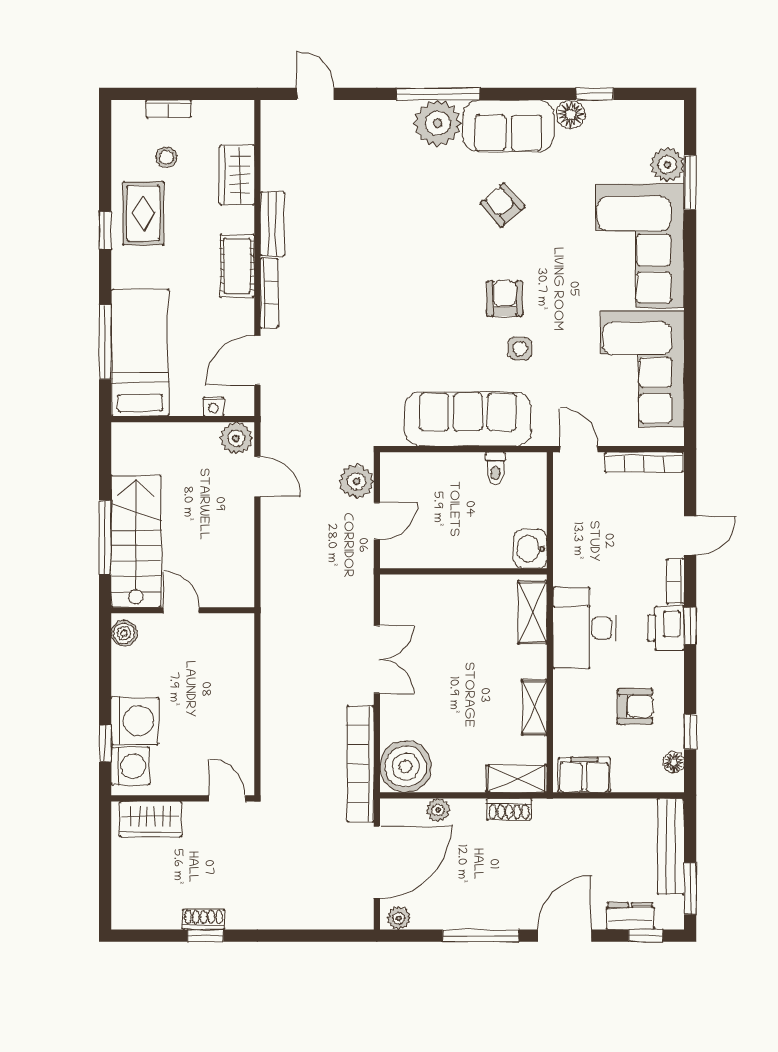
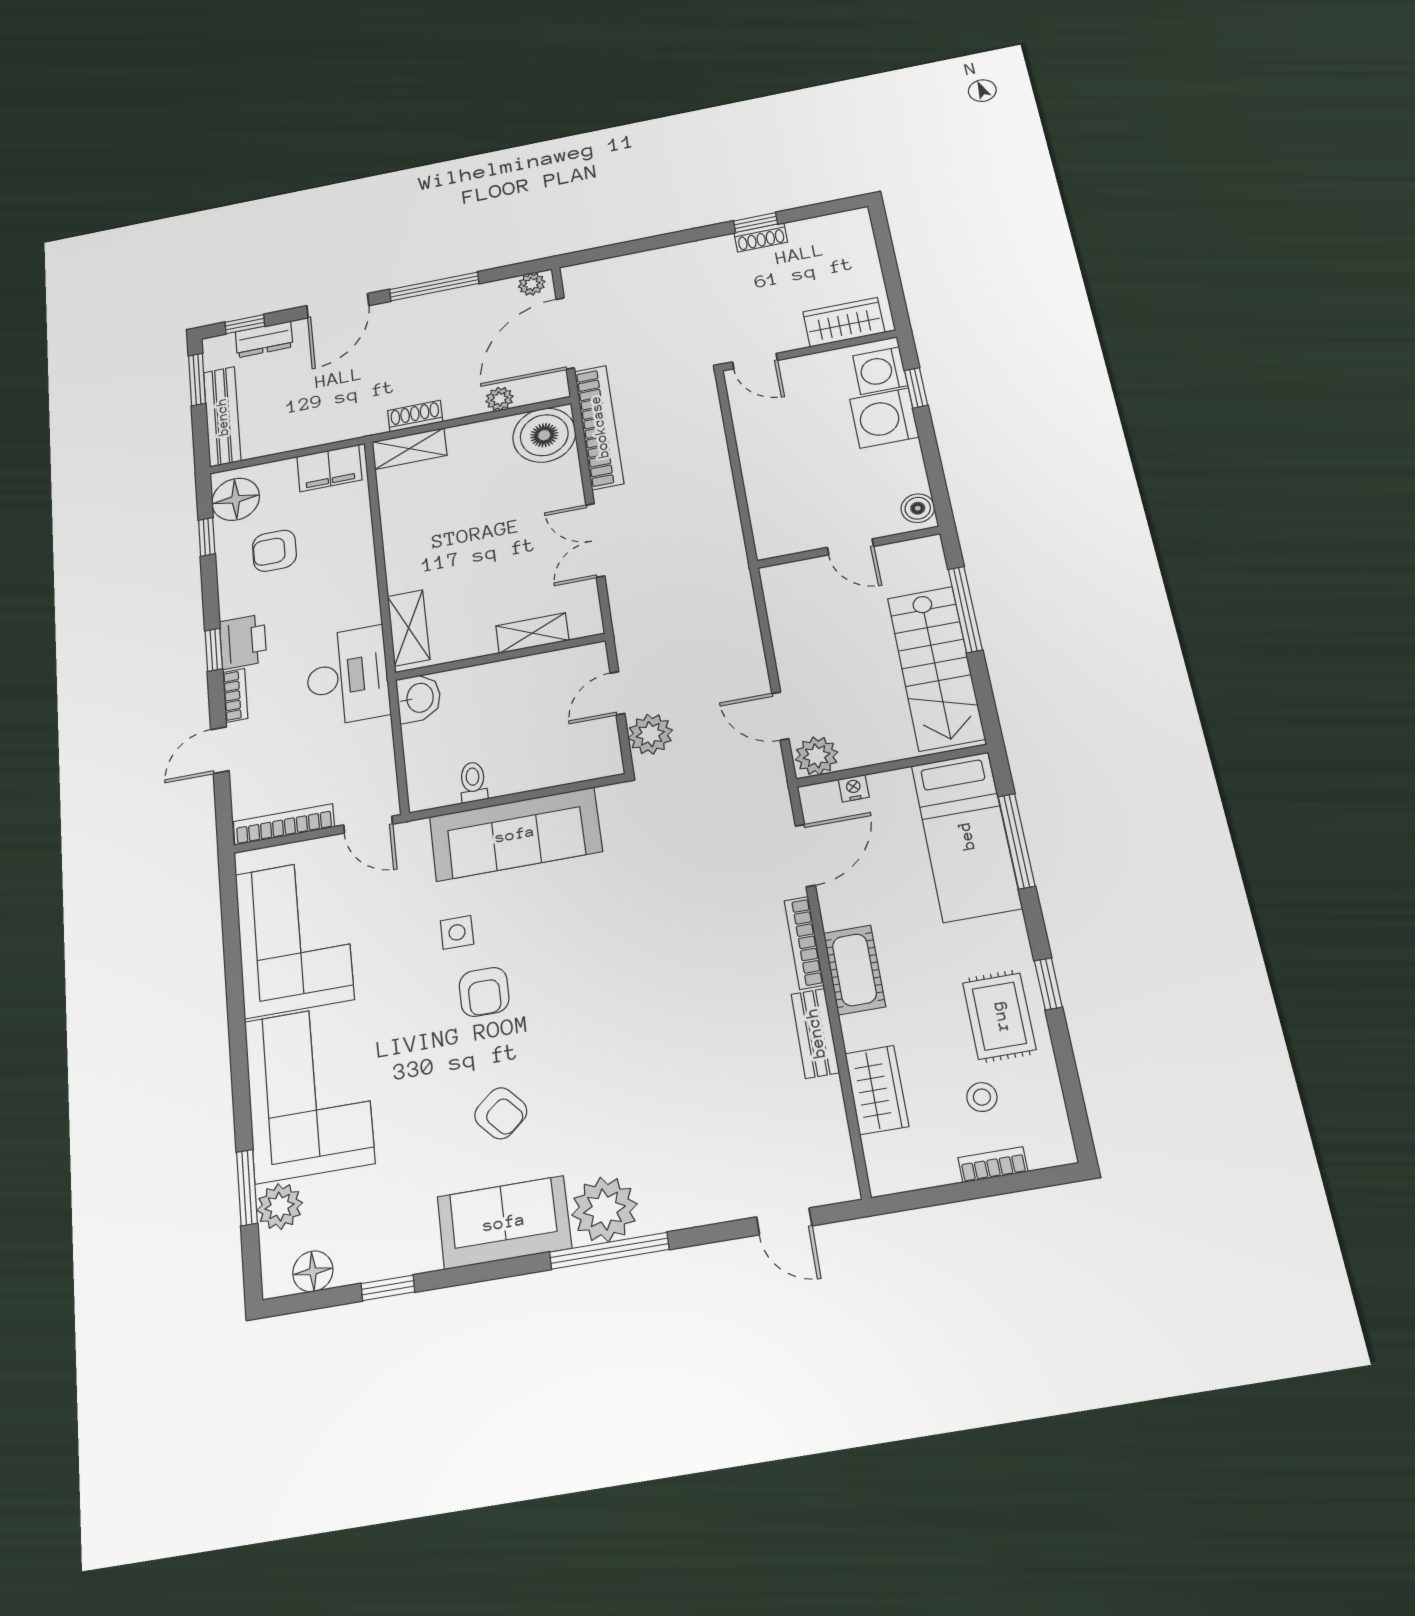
floor lamp: (571, 114) -> (313, 1271), moved
stairs: (136, 541) -> (936, 668), moved
desk: (585, 628) -> (347, 676), moved
shelving: (534, 707) -> (532, 633), moved, turned 90
floor lamp: (674, 762) -> (236, 499), width x1.89, depth x1.89

